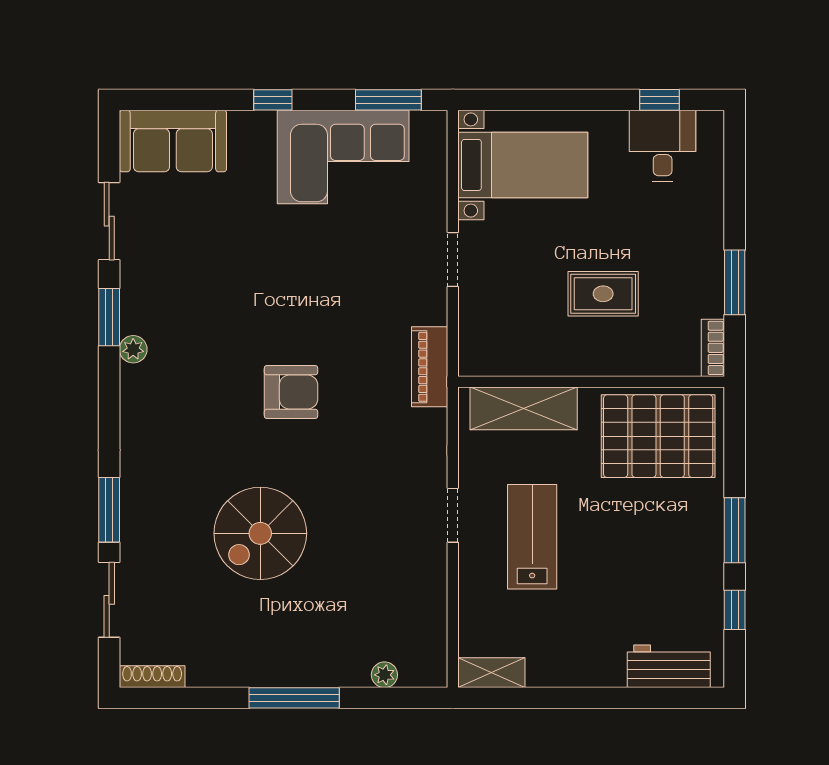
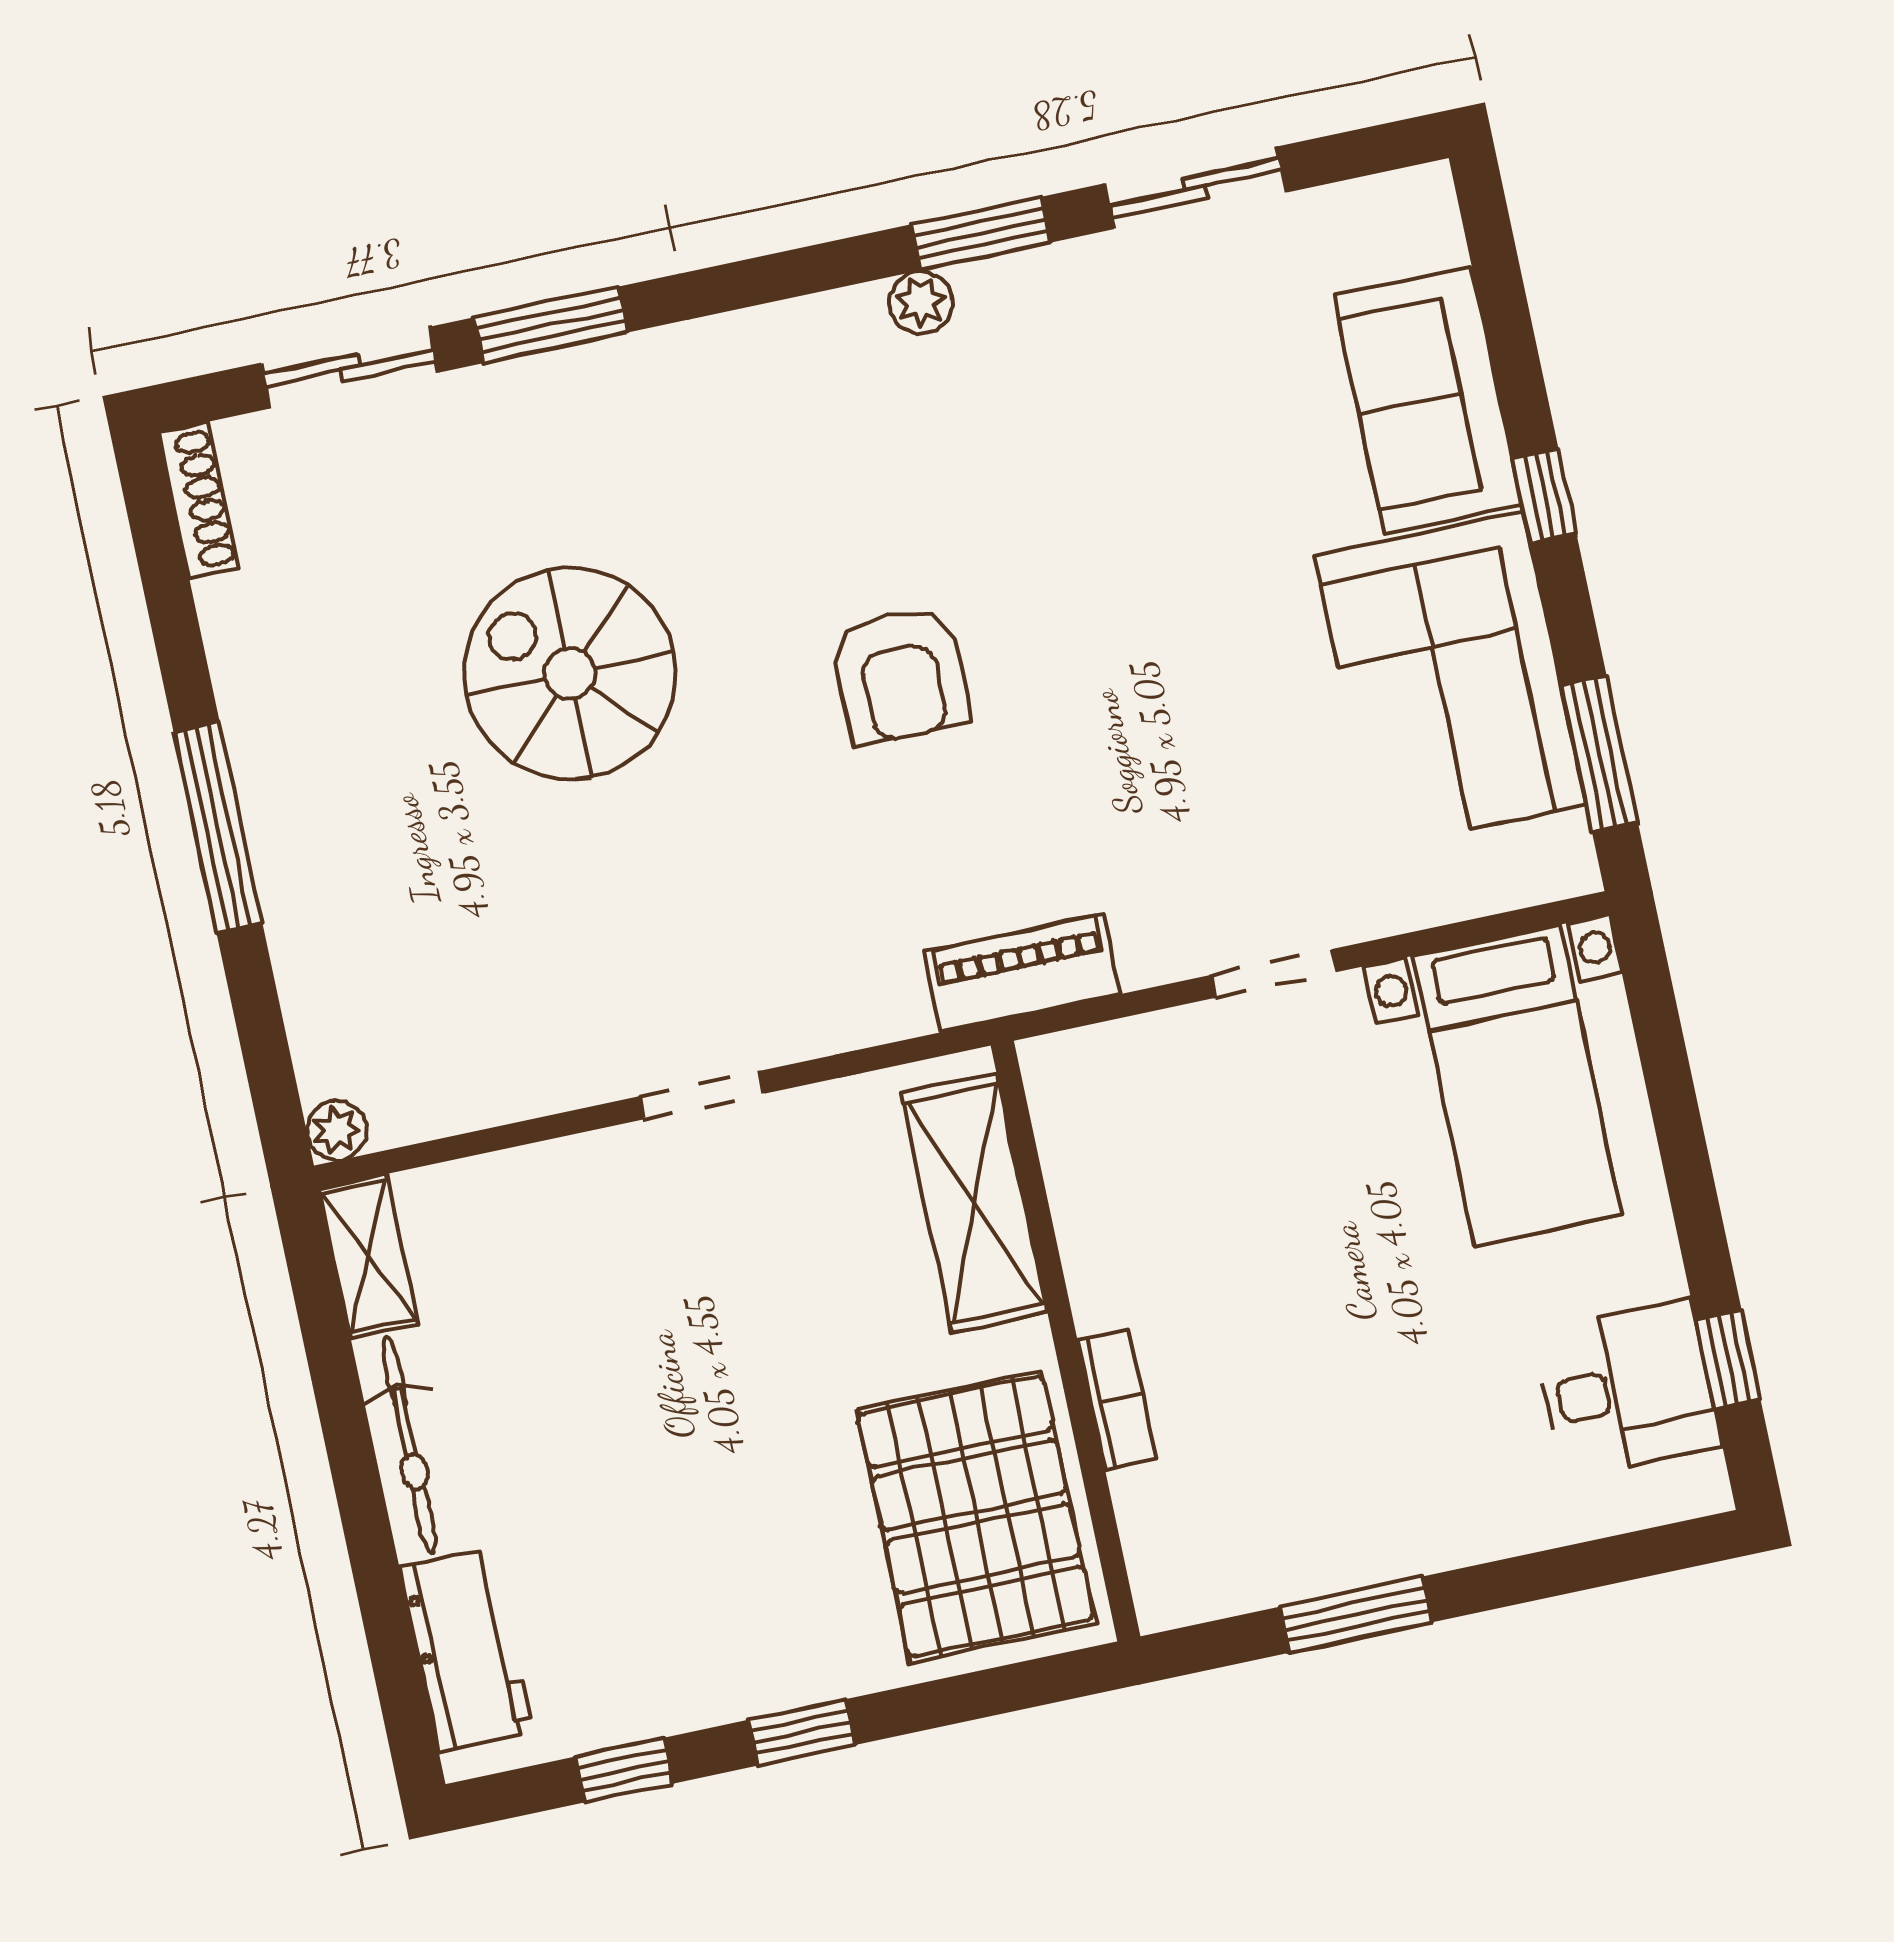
sofa: (173, 141) -> (1428, 400), moved
rug: (603, 294) -> (1268, 1326), removed
bookcase: (713, 348) -> (1117, 1399), moved, turned 90
window: (735, 530) -> (802, 1732), width x0.67
lab bench: (532, 537) -> (691, 1283), removed
bicycle: (576, 672) -> (409, 1446), added
plant: (384, 675) -> (337, 1130), moved

